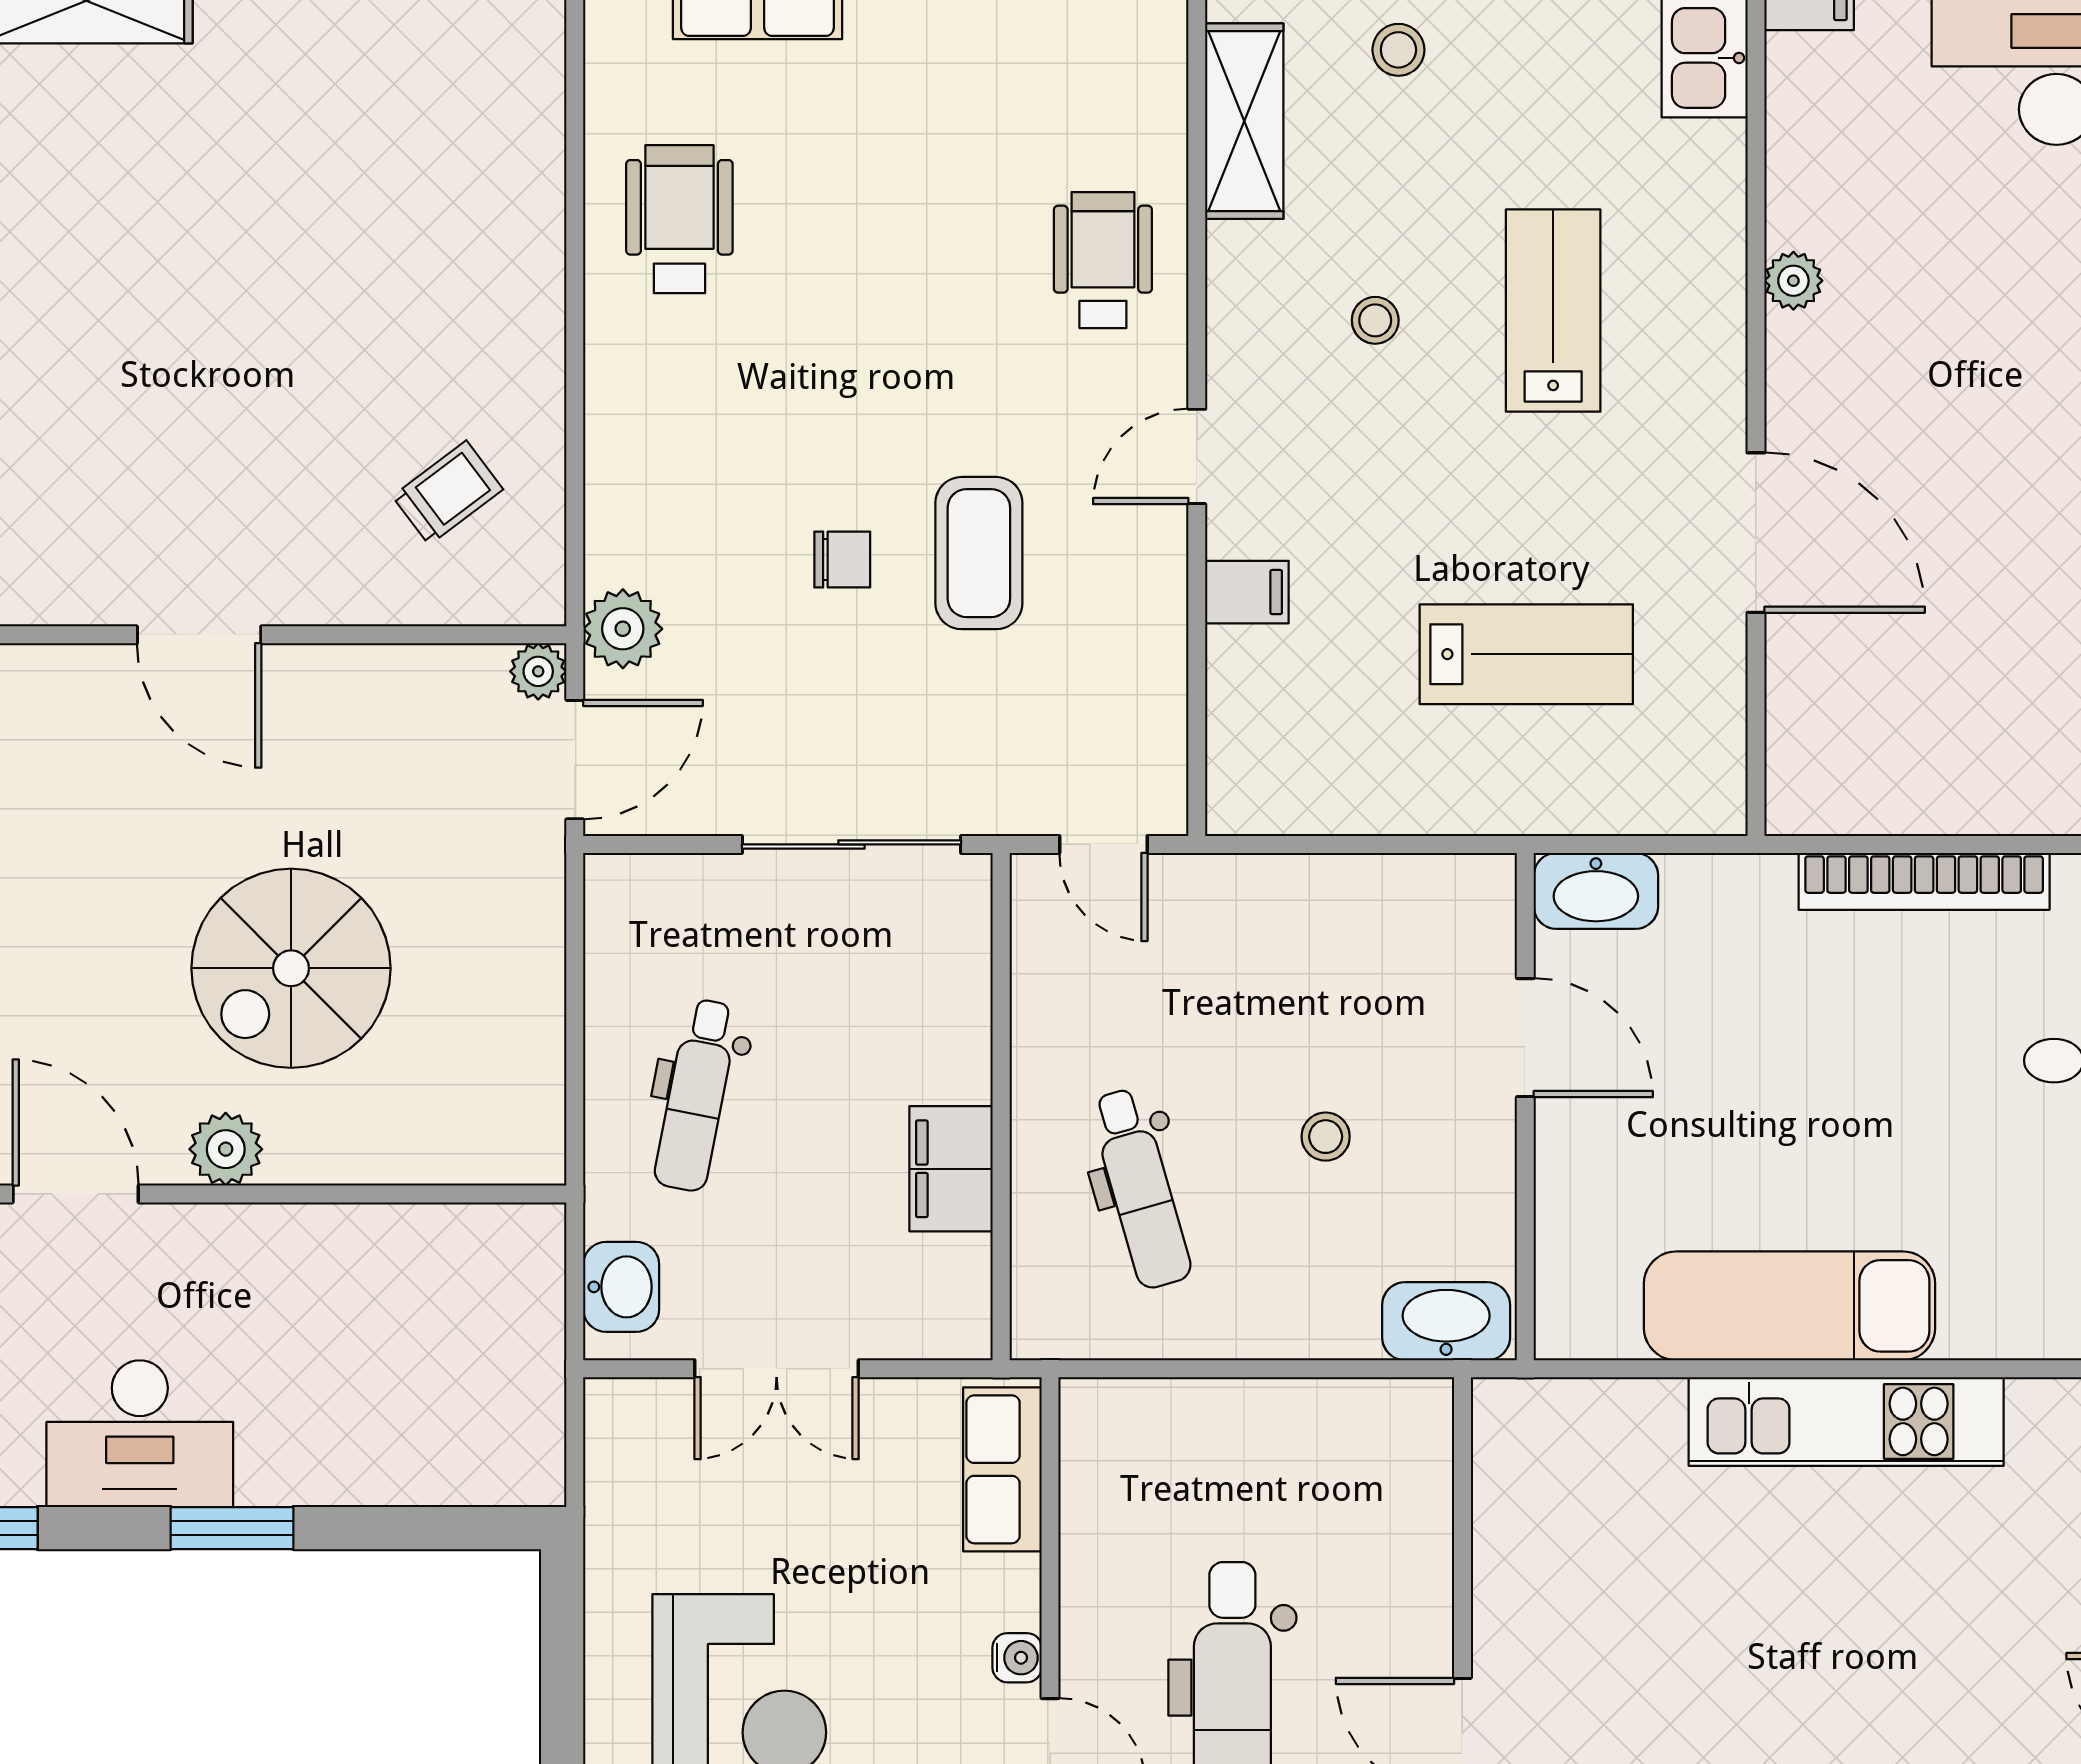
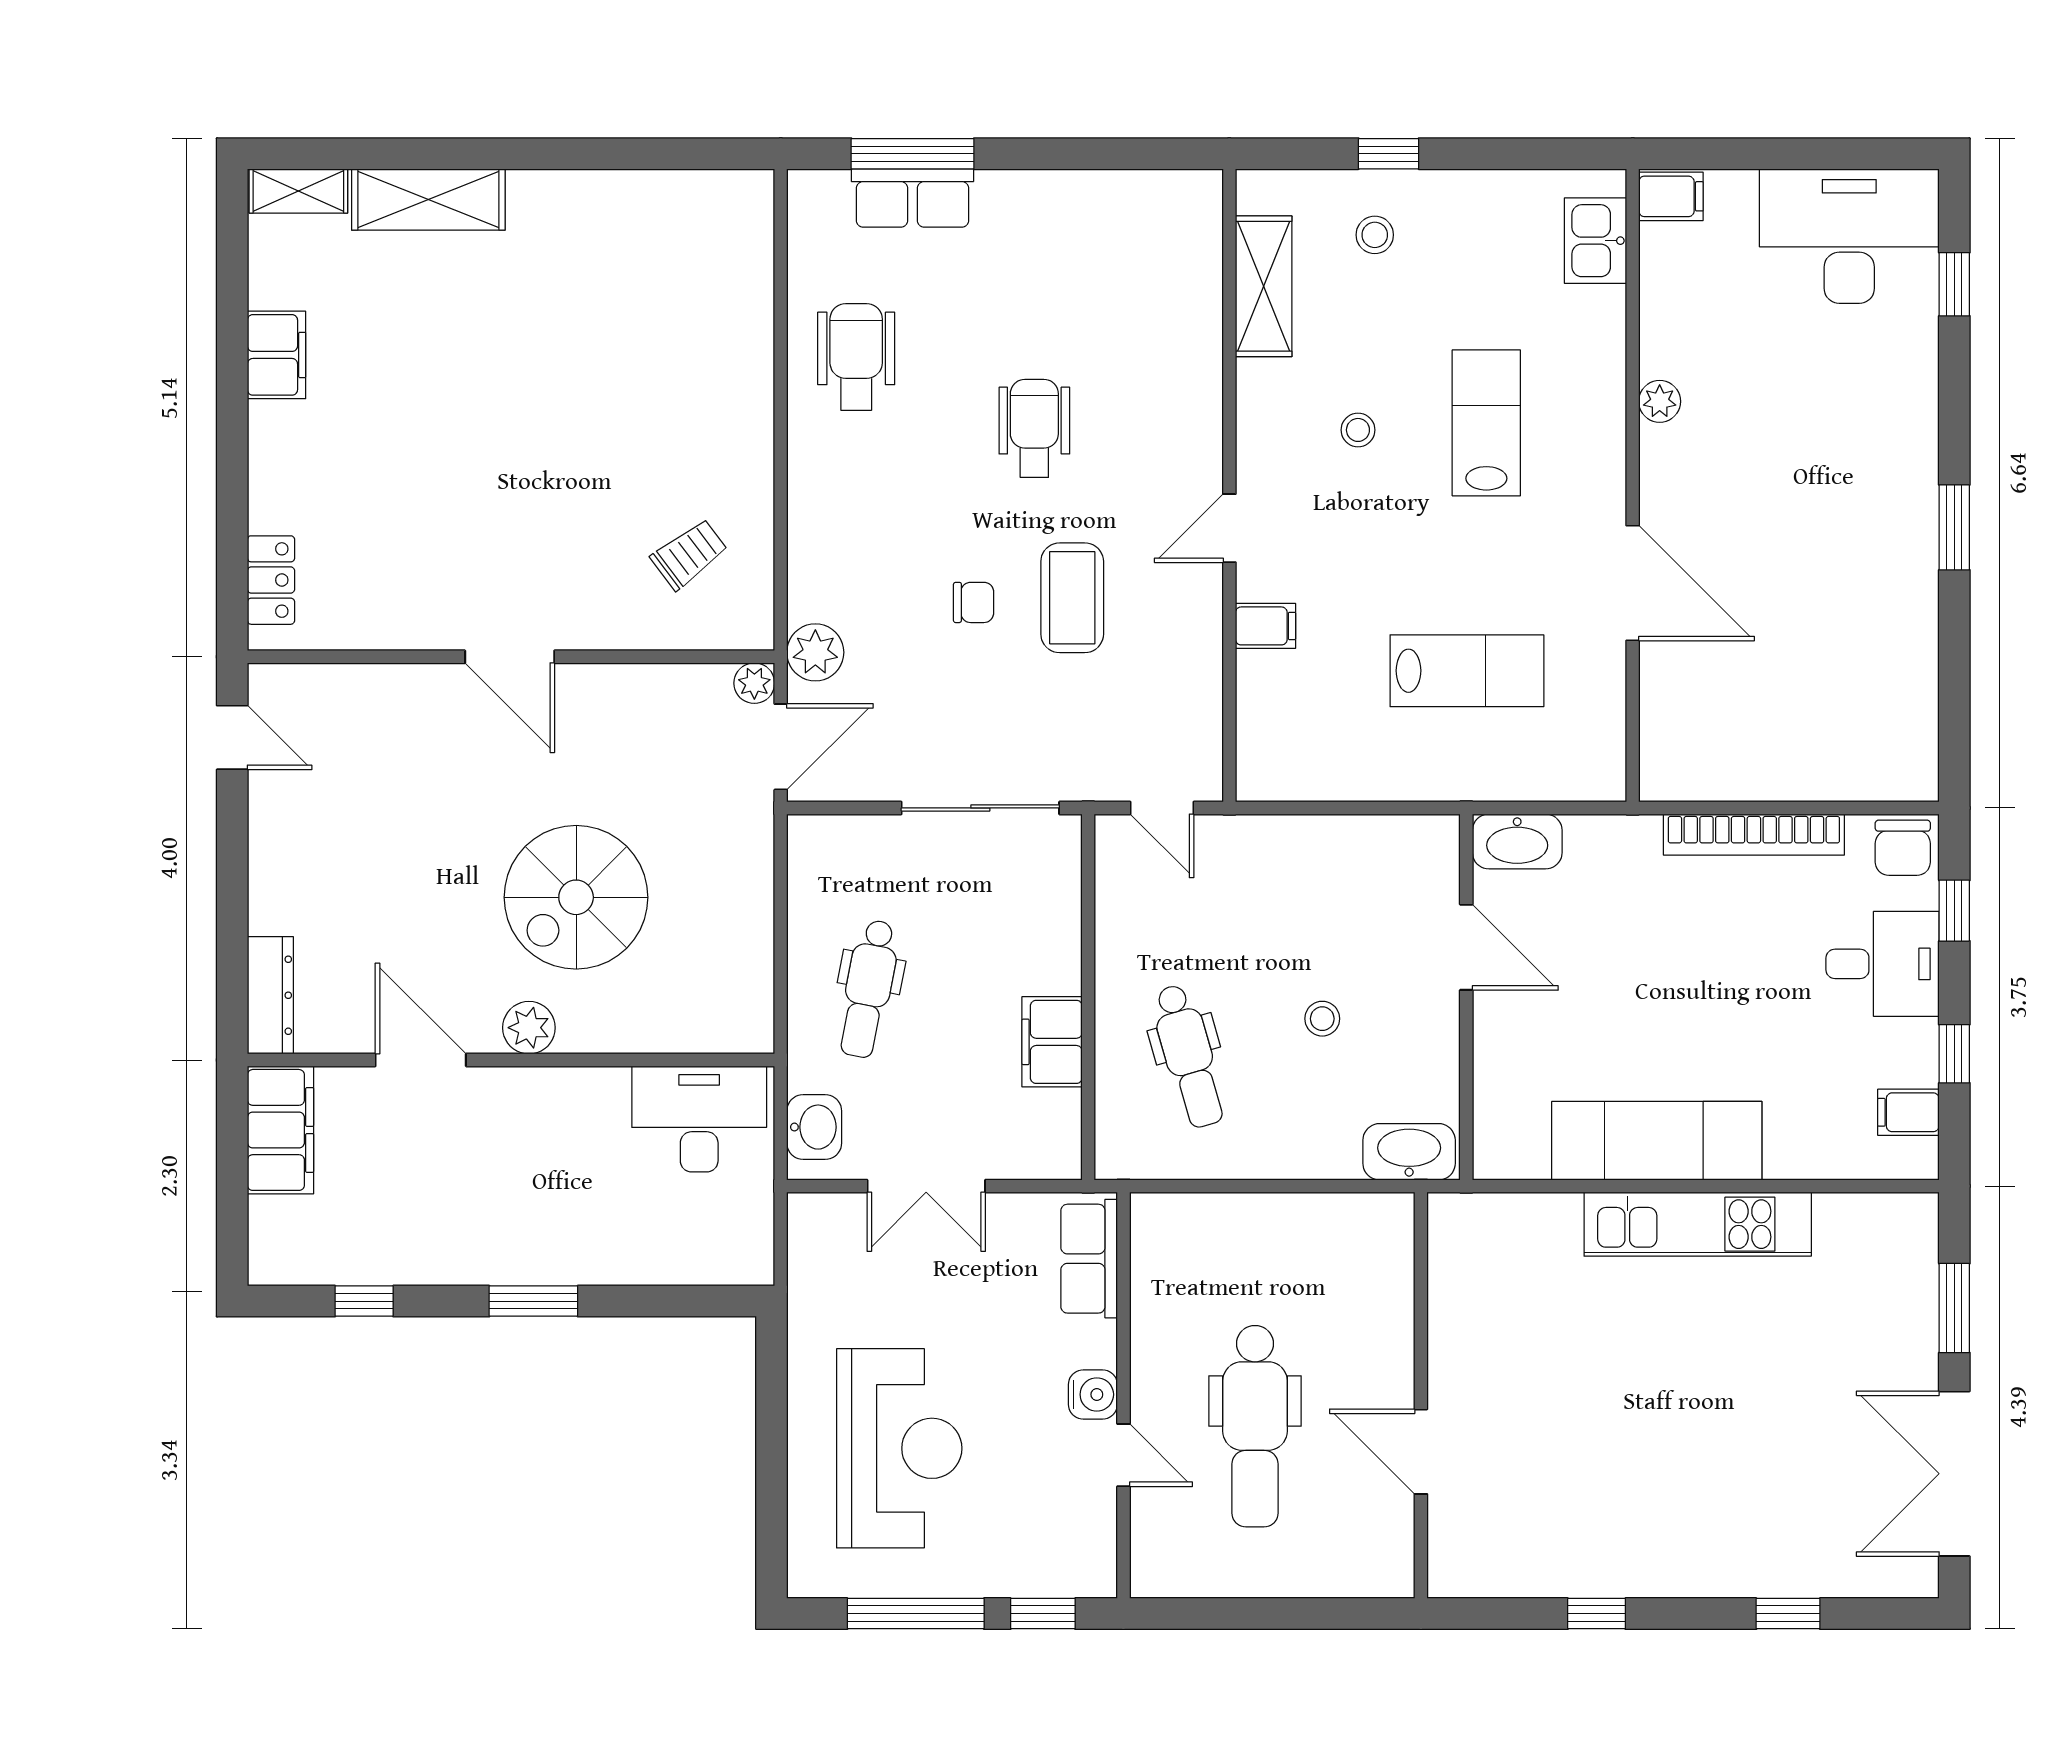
wheelchair: (1103, 260) -> (1034, 428), moved
desk: (140, 1434) -> (699, 1119), moved, turned 180
water cooler: (1017, 1658) -> (1093, 1394), width x1.38, depth x1.38

